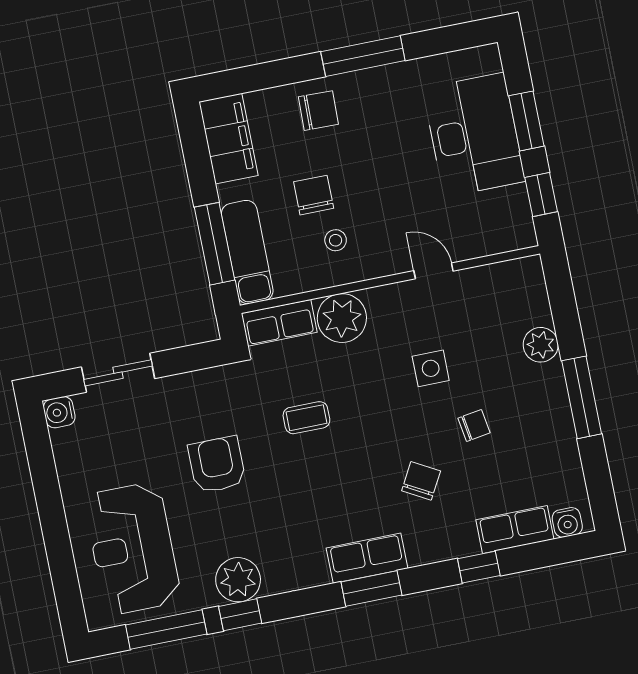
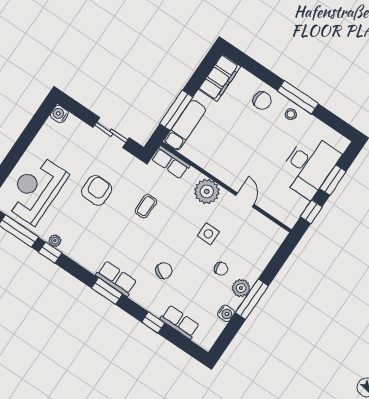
chair: (314, 195) -> (230, 129), removed
stool: (336, 240) -> (291, 114), moved
plant: (342, 318) -> (207, 191), moved
plant: (541, 345) -> (241, 288), moved
sliding door: (118, 373) -> (111, 133), moved
coffee table: (306, 418) -> (146, 206), turned 90
chair: (474, 425) -> (221, 269), moved
water cooler: (567, 522) -> (226, 313), moved, turned -90
plant: (238, 580) -> (55, 241), width x0.53, depth x0.53

